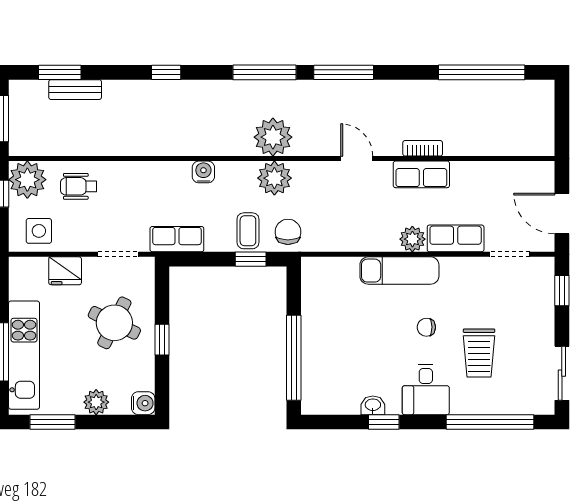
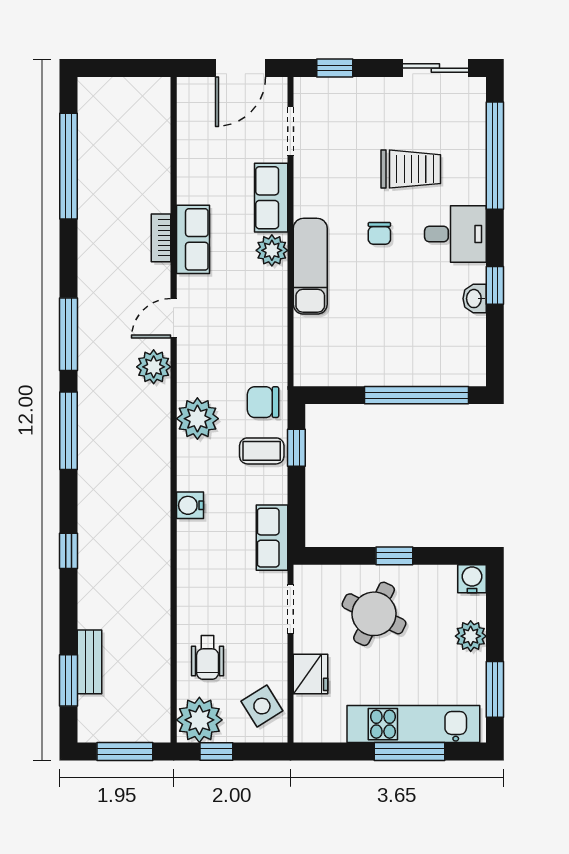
plant: (273, 137) -> (154, 367), moved, width x0.73, depth x0.73
side table: (39, 231) -> (262, 706), turned -32

